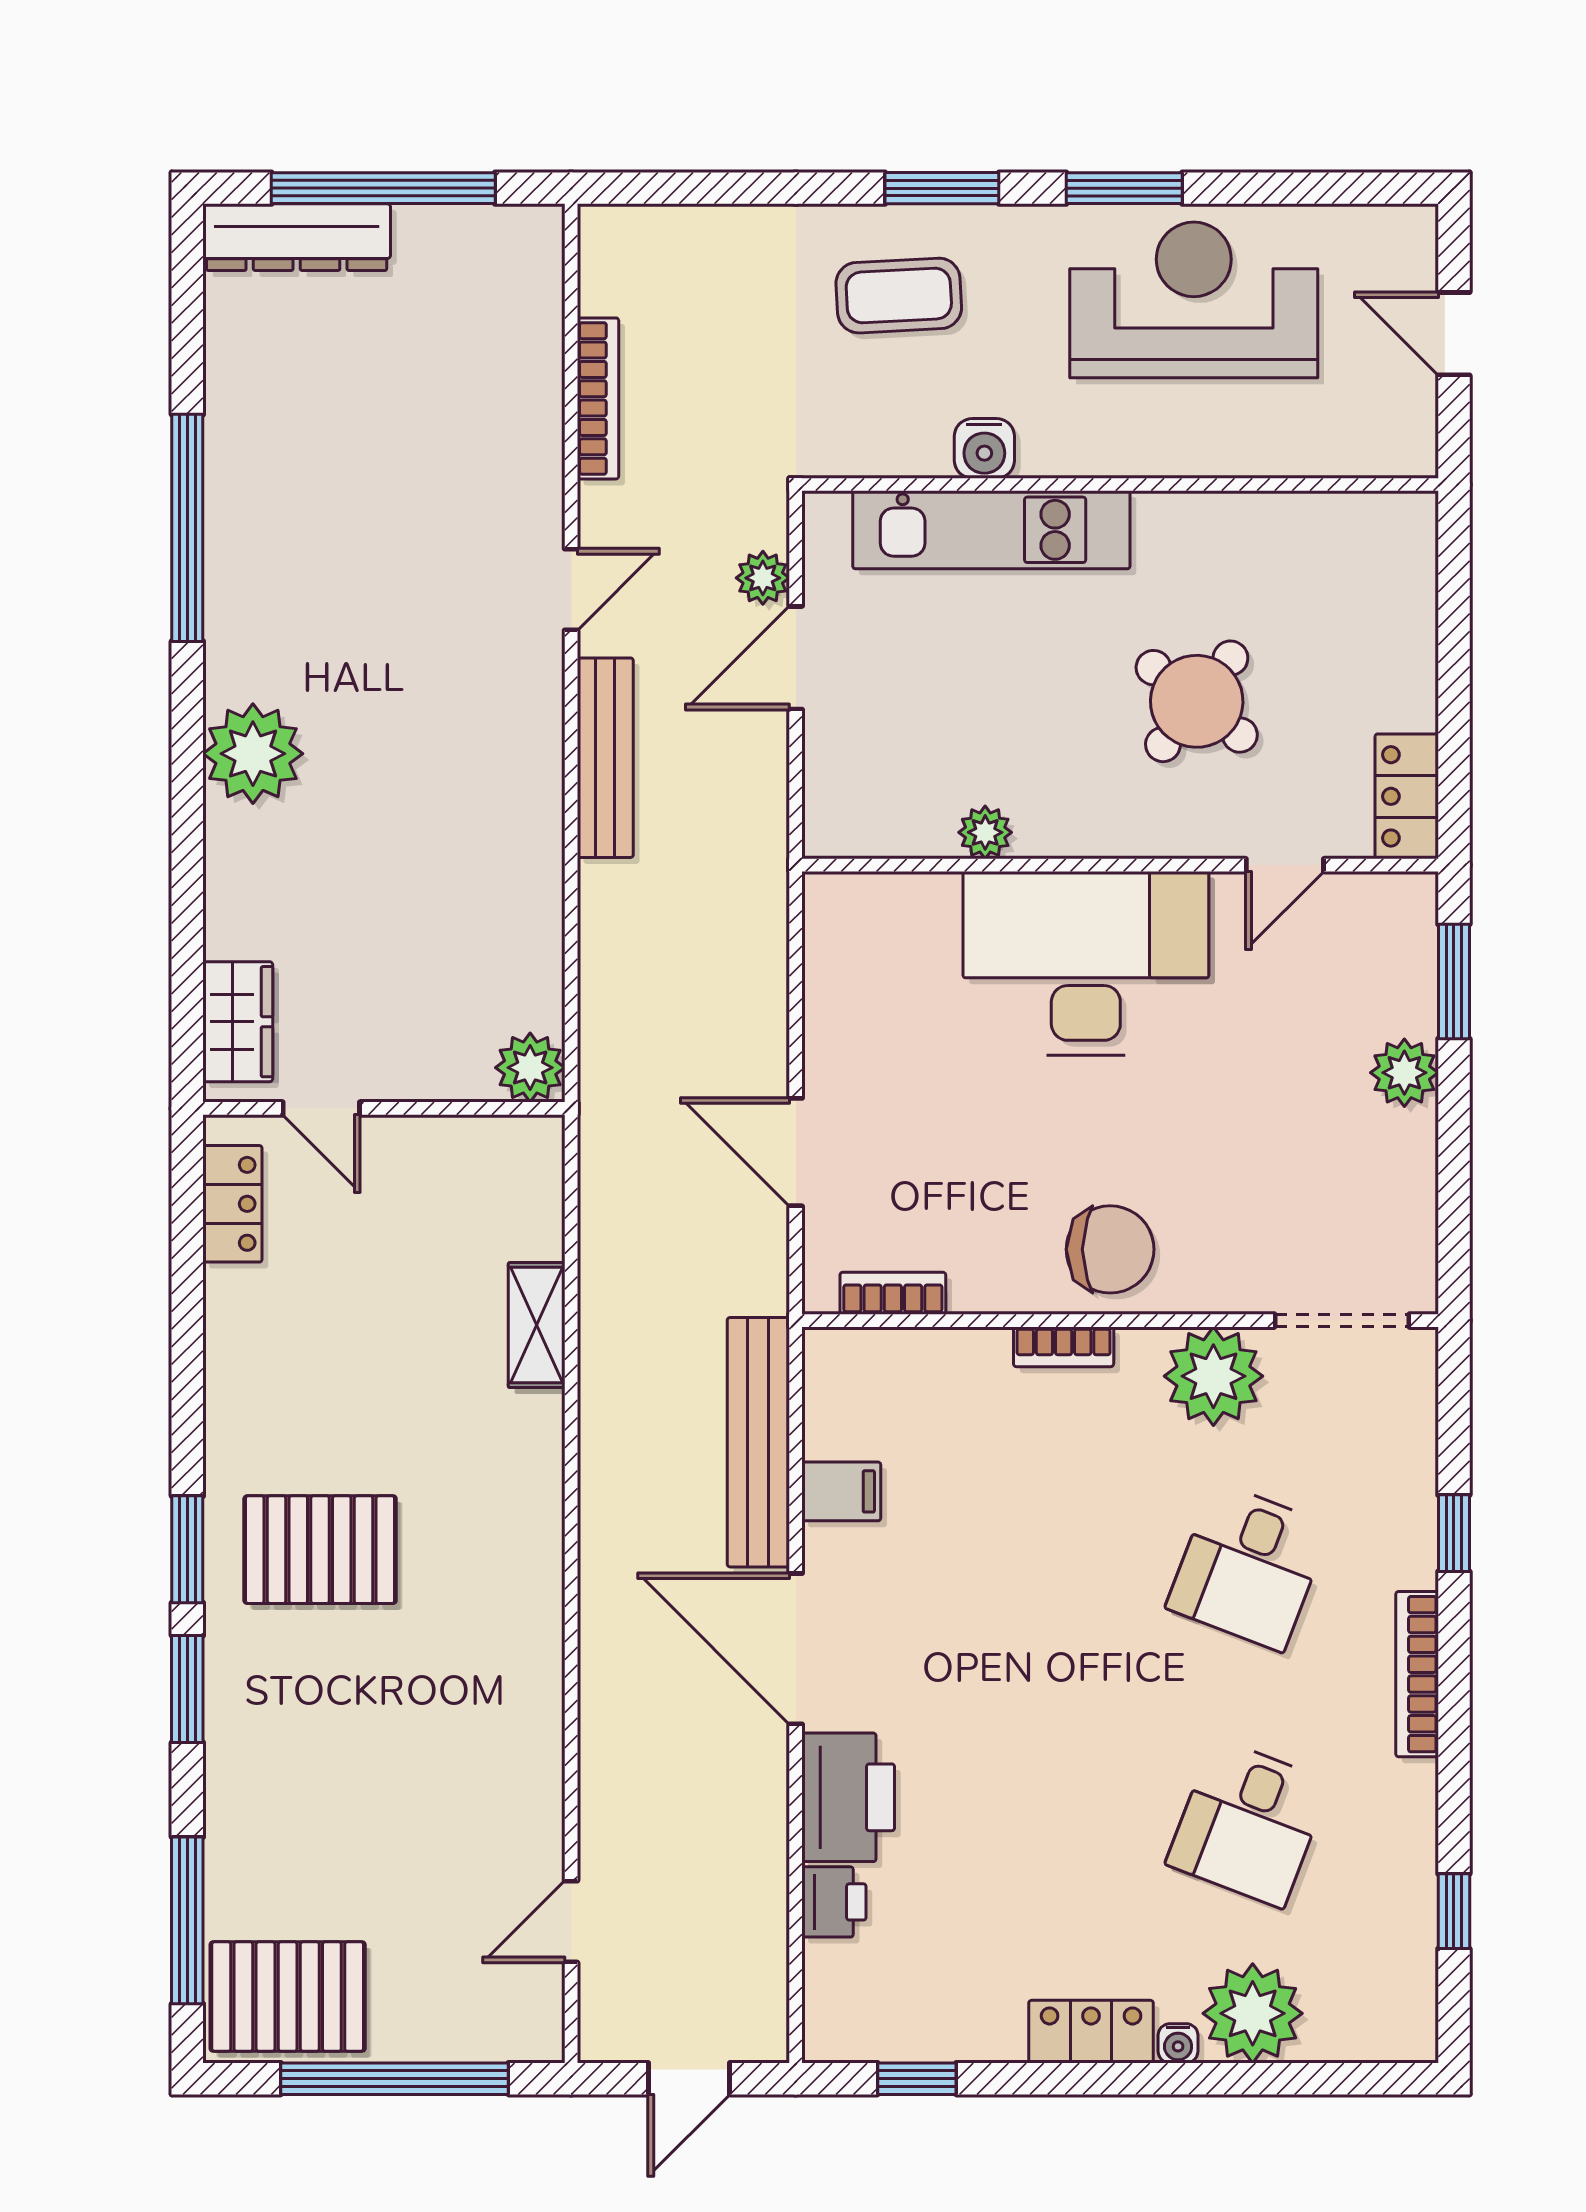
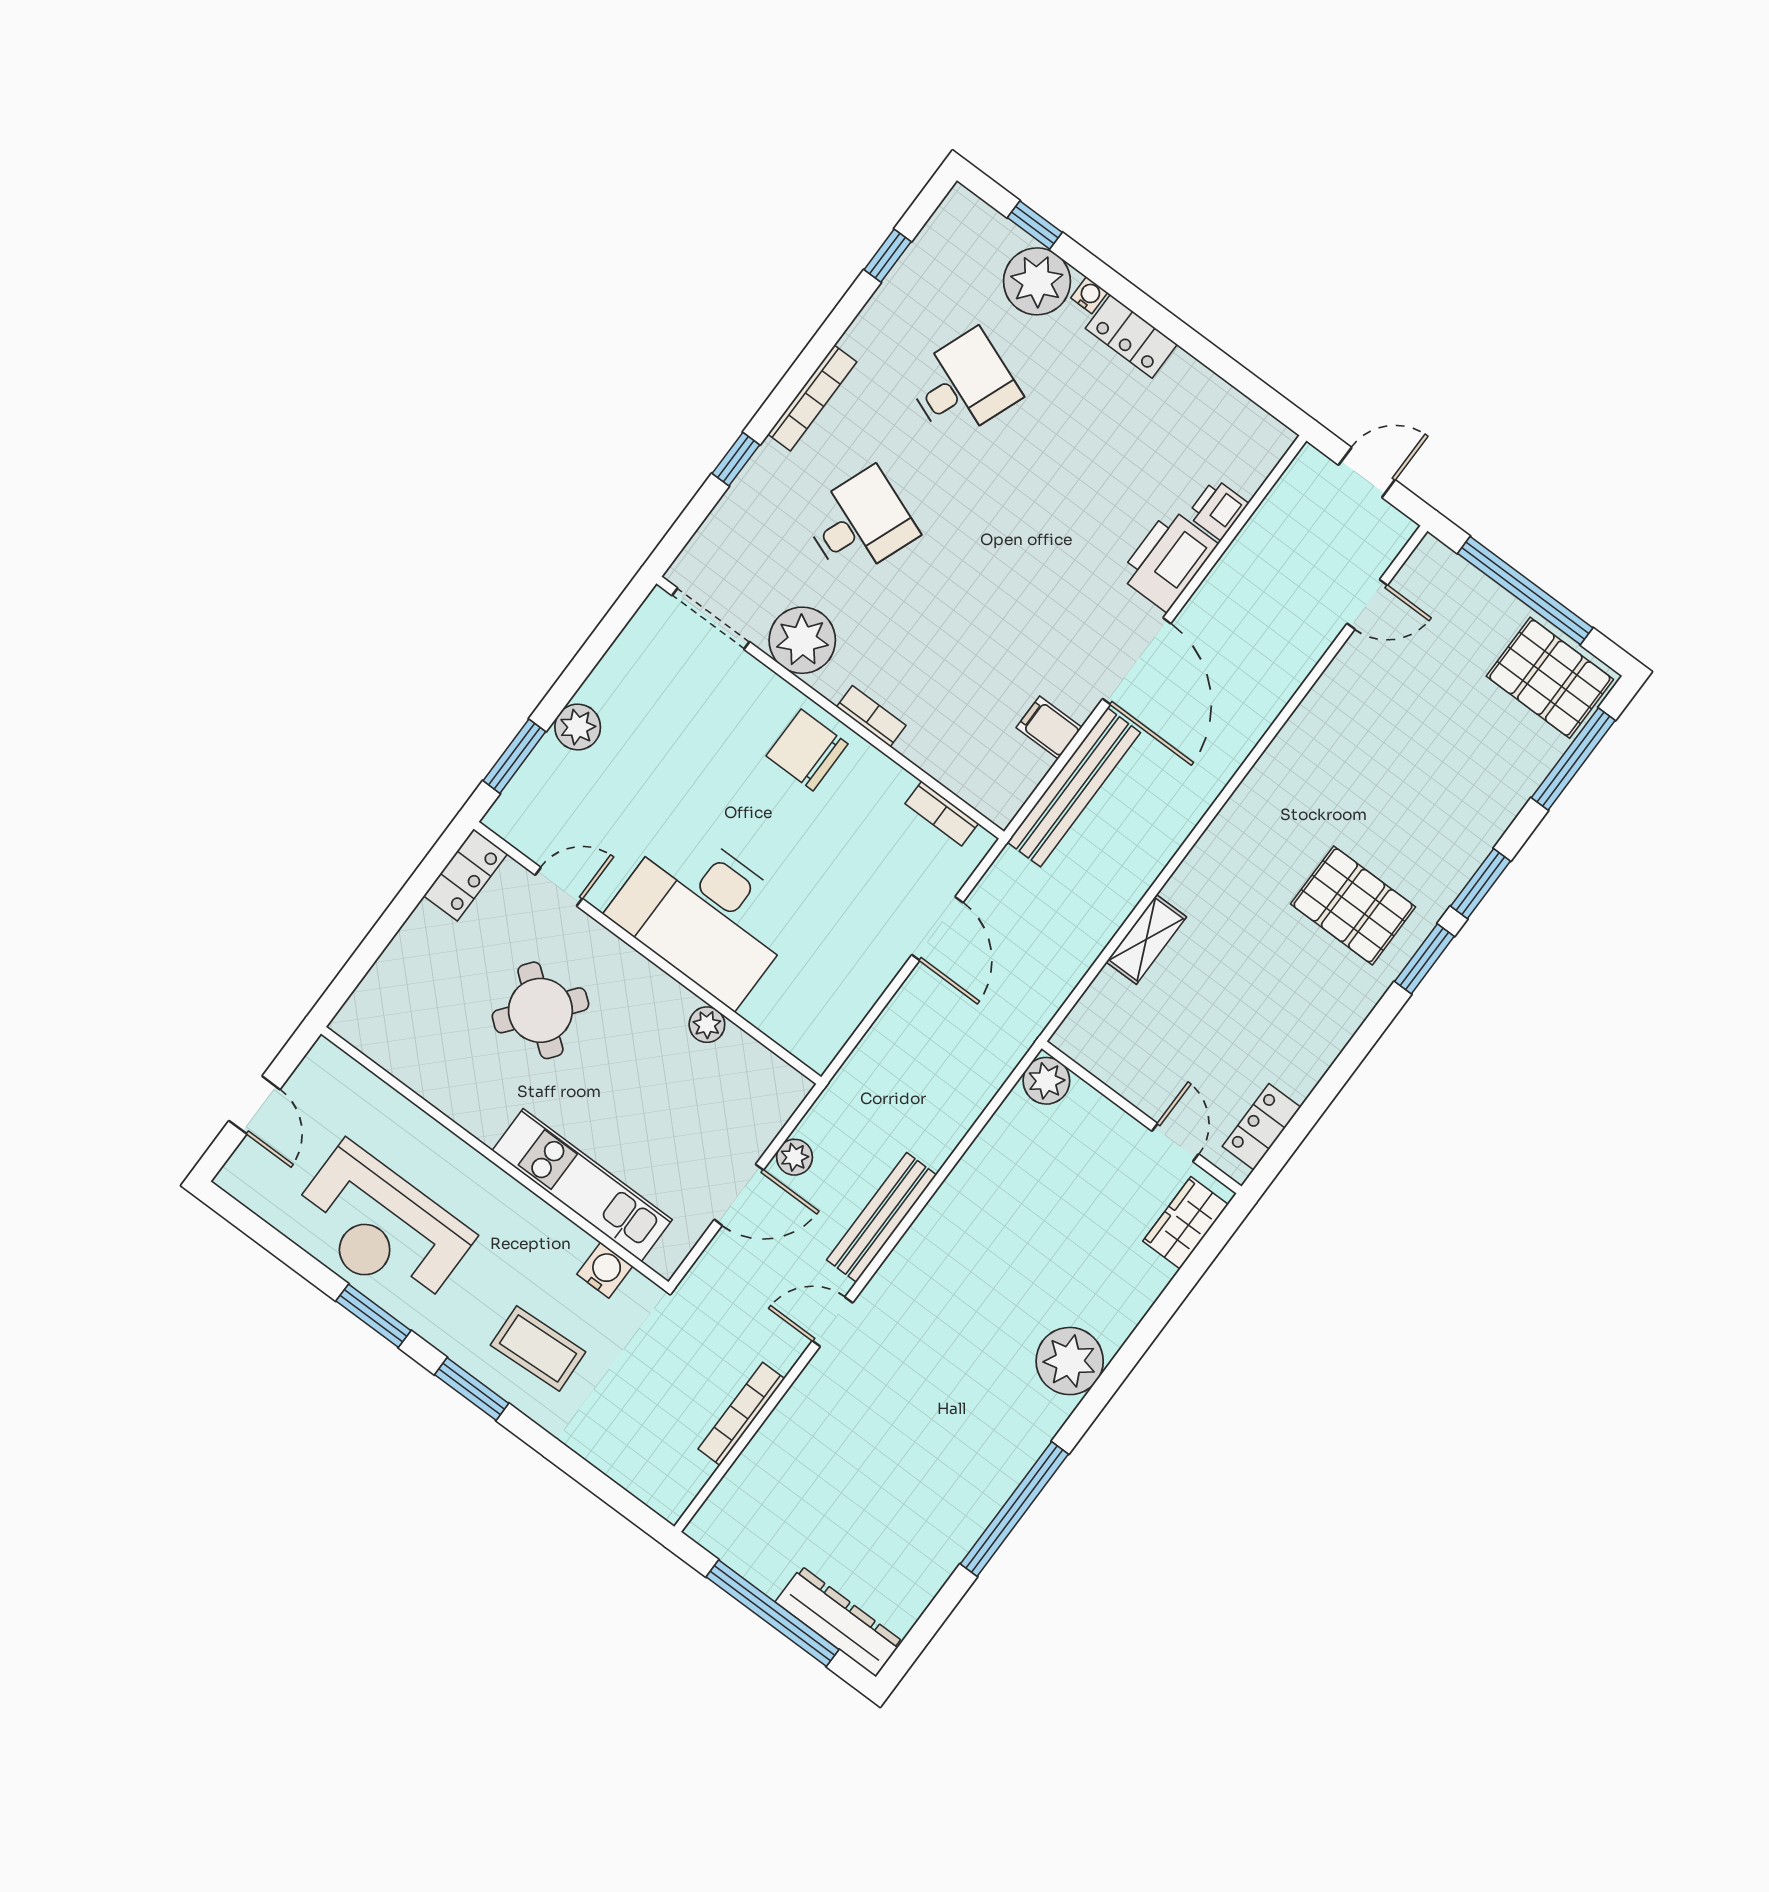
water cooler: (984, 448) -> (605, 1270), moved
plant: (763, 578) -> (795, 1157), moved
window: (917, 2079) -> (1035, 225), moved

